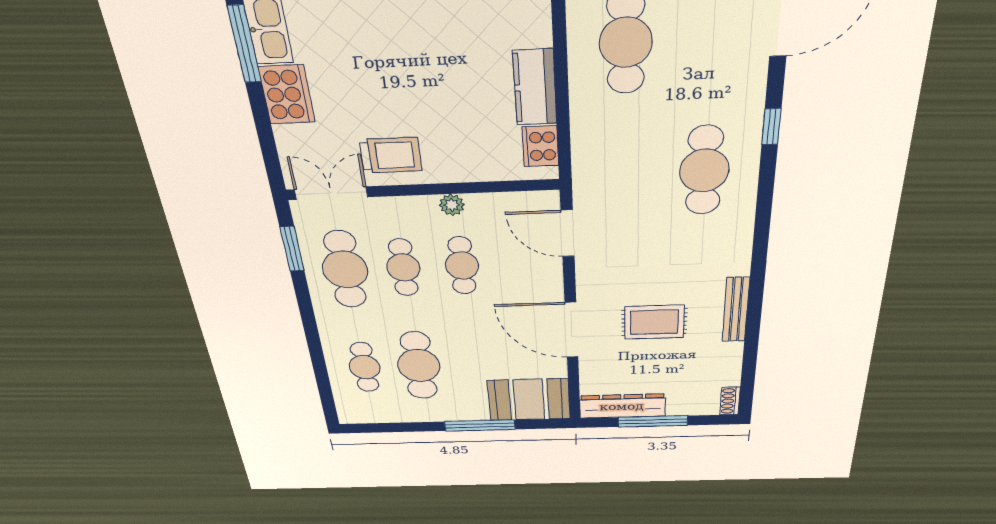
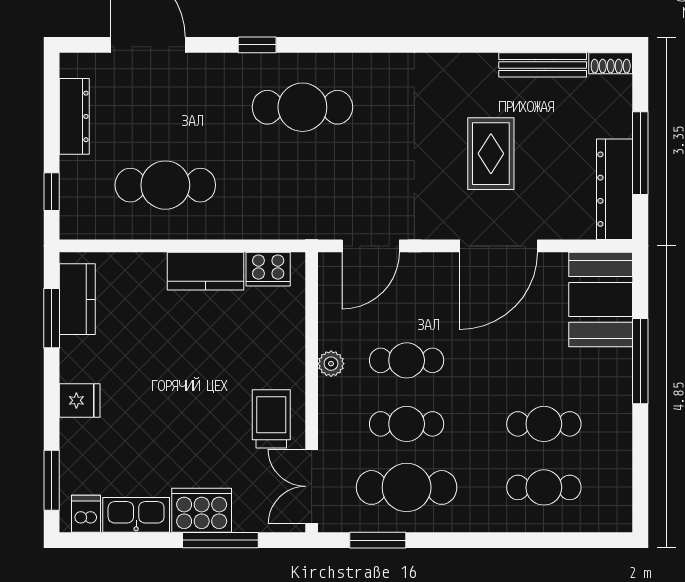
window: (244, 44) -> (220, 540), moved
bench: (736, 310) -> (543, 65), moved
cafe table: (419, 366) -> (544, 424), width x0.73, depth x0.74

